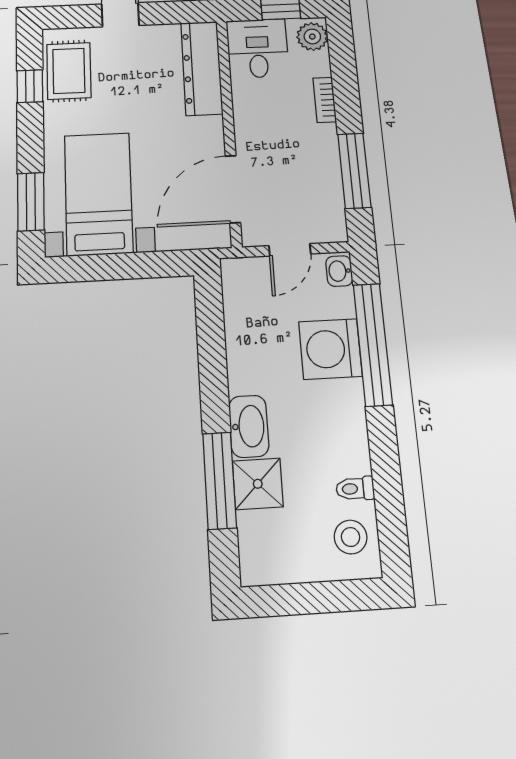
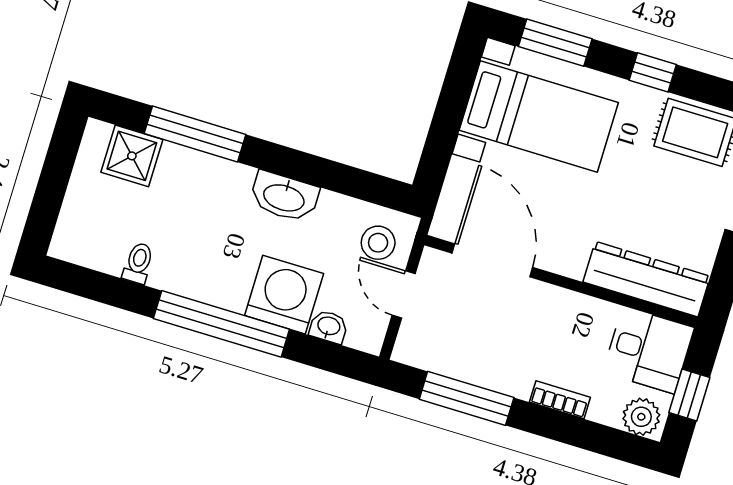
window: (30, 86) -> (653, 72), moved
washbasin: (339, 271) -> (329, 327), moved
window: (373, 344) -> (221, 324), moved
washbasin: (249, 426) -> (284, 197), moved
shower: (258, 484) -> (132, 156), moved
stool: (351, 537) -> (378, 243), moved

